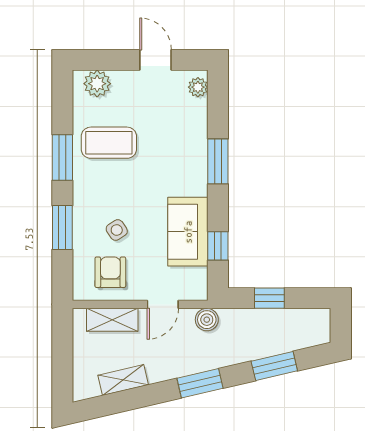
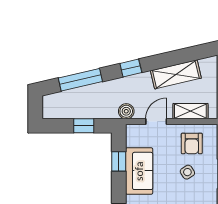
window: (274, 366) -> (80, 80), width x1.44
shelving: (123, 380) -> (176, 74), width x1.50, depth x1.33
window: (200, 383) -> (131, 68), width x0.67

